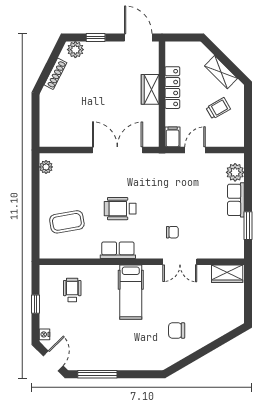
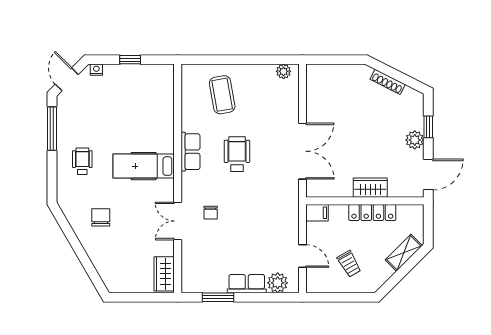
plant: (75, 50) -> (415, 140), moved
shelving: (221, 72) -> (404, 253), moved
door: (195, 150) -> (303, 256), moved
wheelchair: (72, 290) -> (82, 161), moved, turned -90
door: (53, 361) -> (67, 79), swing flipped

